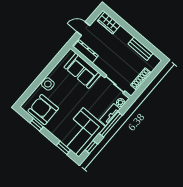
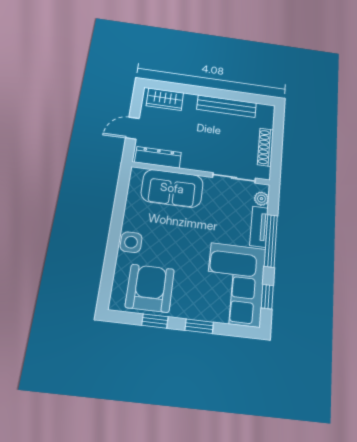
bench: (140, 49) -> (227, 106), width x1.36
armchair: (43, 110) -> (150, 288), turned 91
window: (63, 148) -> (199, 326), moved

